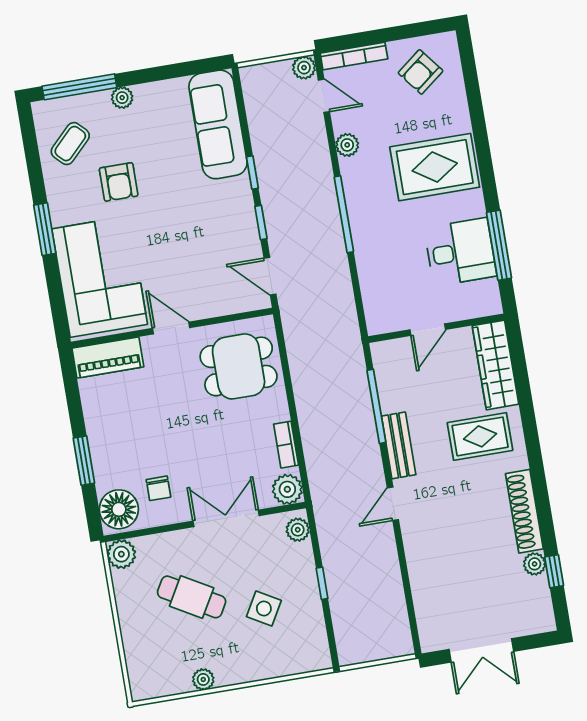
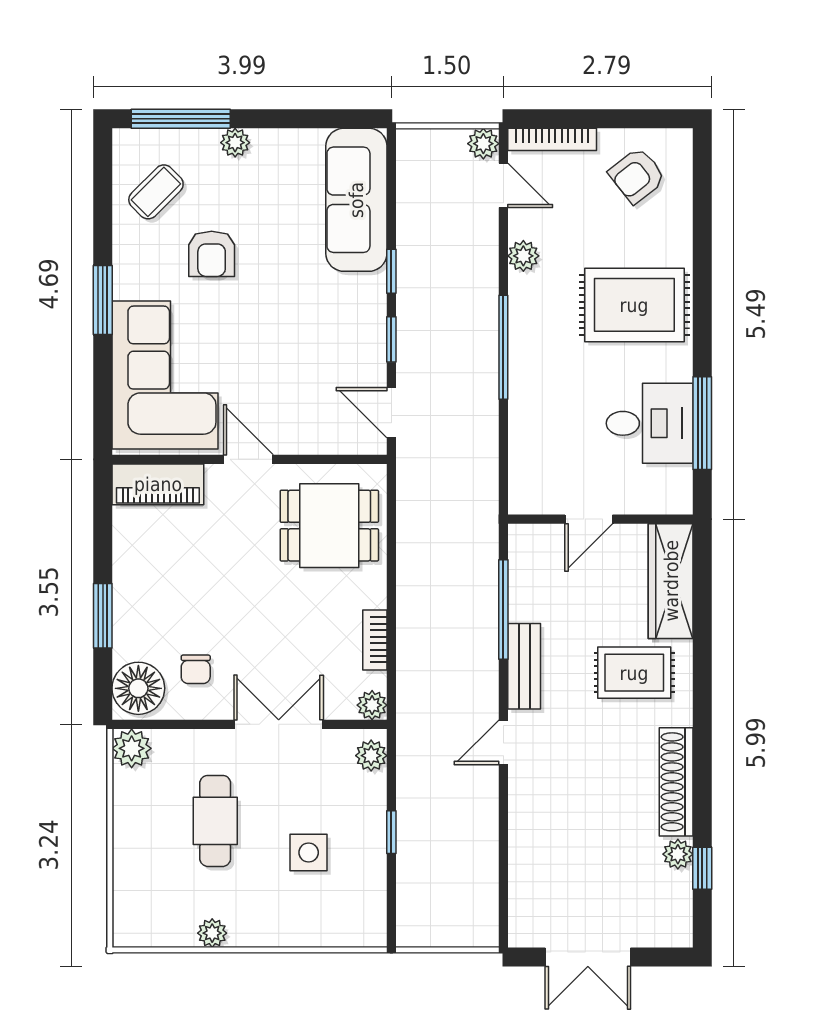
plant: (287, 489) -> (372, 705), width x0.73, depth x0.73
cafe table: (192, 597) -> (215, 821), turned 60
side table: (264, 608) -> (309, 853), turned -30

